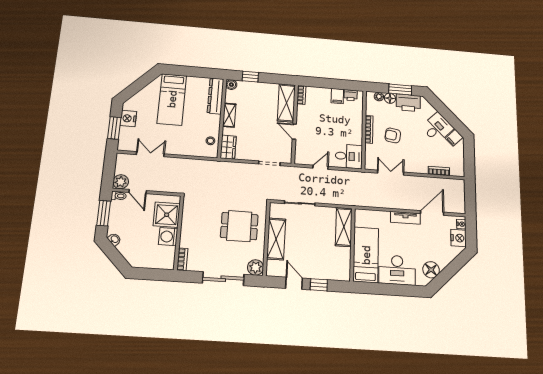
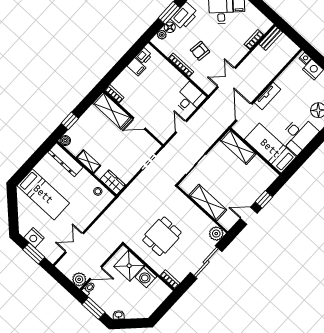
bench: (452, 183) -> (271, 38), added
door: (432, 213) -> (244, 112), moved
dining table: (239, 226) -> (162, 236), moved

